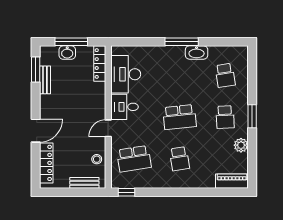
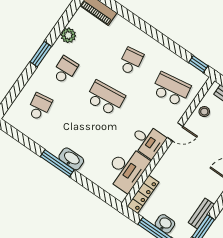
washbasin: (197, 52) -> (71, 159), moved

